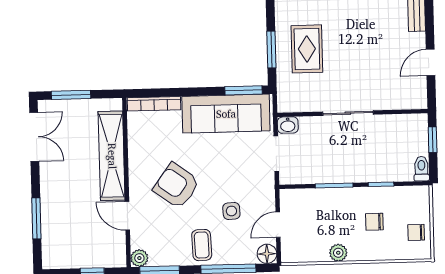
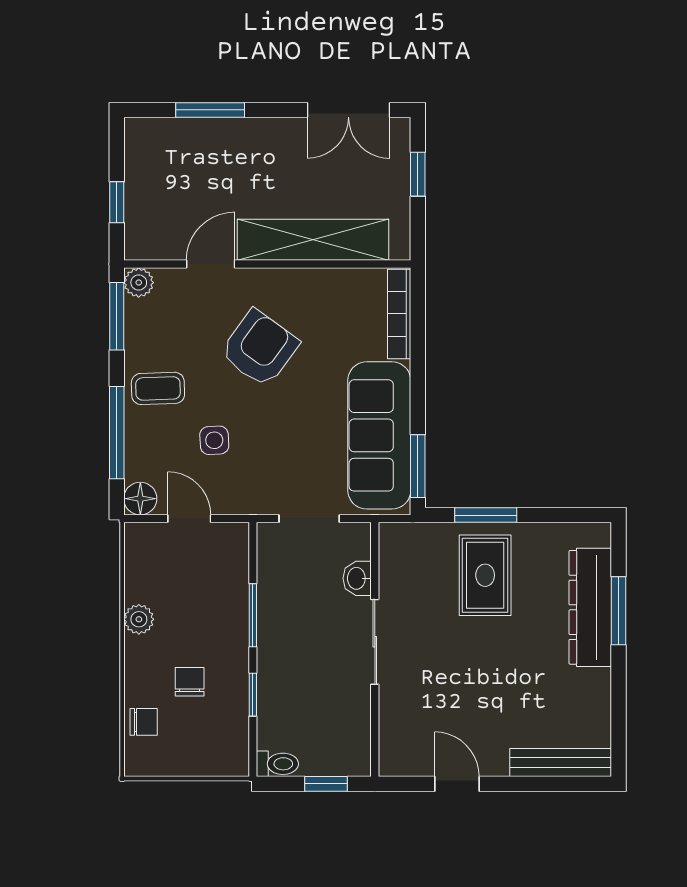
rug: (307, 49) -> (485, 575), turned 90
window: (71, 95) -> (418, 174), width x0.67
washbasin: (288, 125) -> (357, 578), moved
chair: (416, 232) -> (144, 722), moved, turned 90

